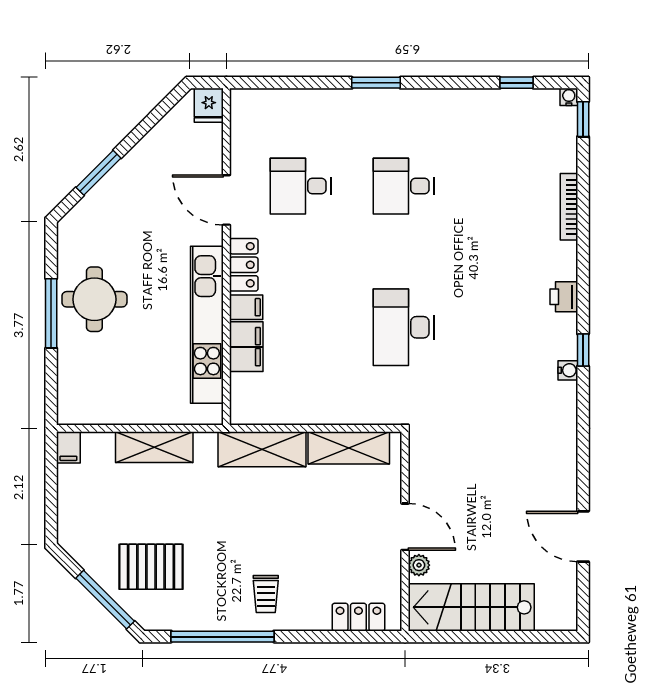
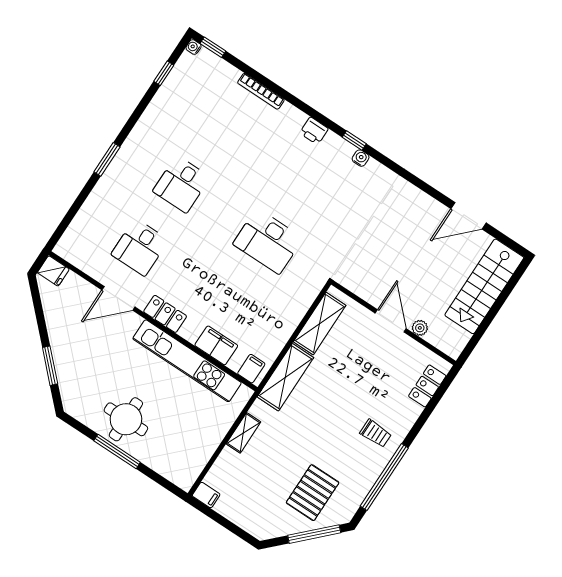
filing cabinet: (246, 307) -> (251, 369), moved
shelving: (154, 447) -> (243, 433), width x0.67, depth x0.75
door: (405, 527) -> (391, 321), hinge flipped
stairs: (471, 607) -> (484, 286), moved

